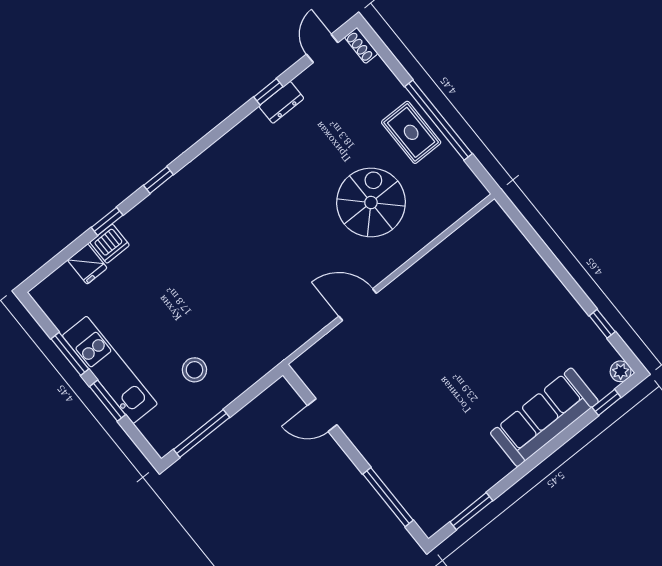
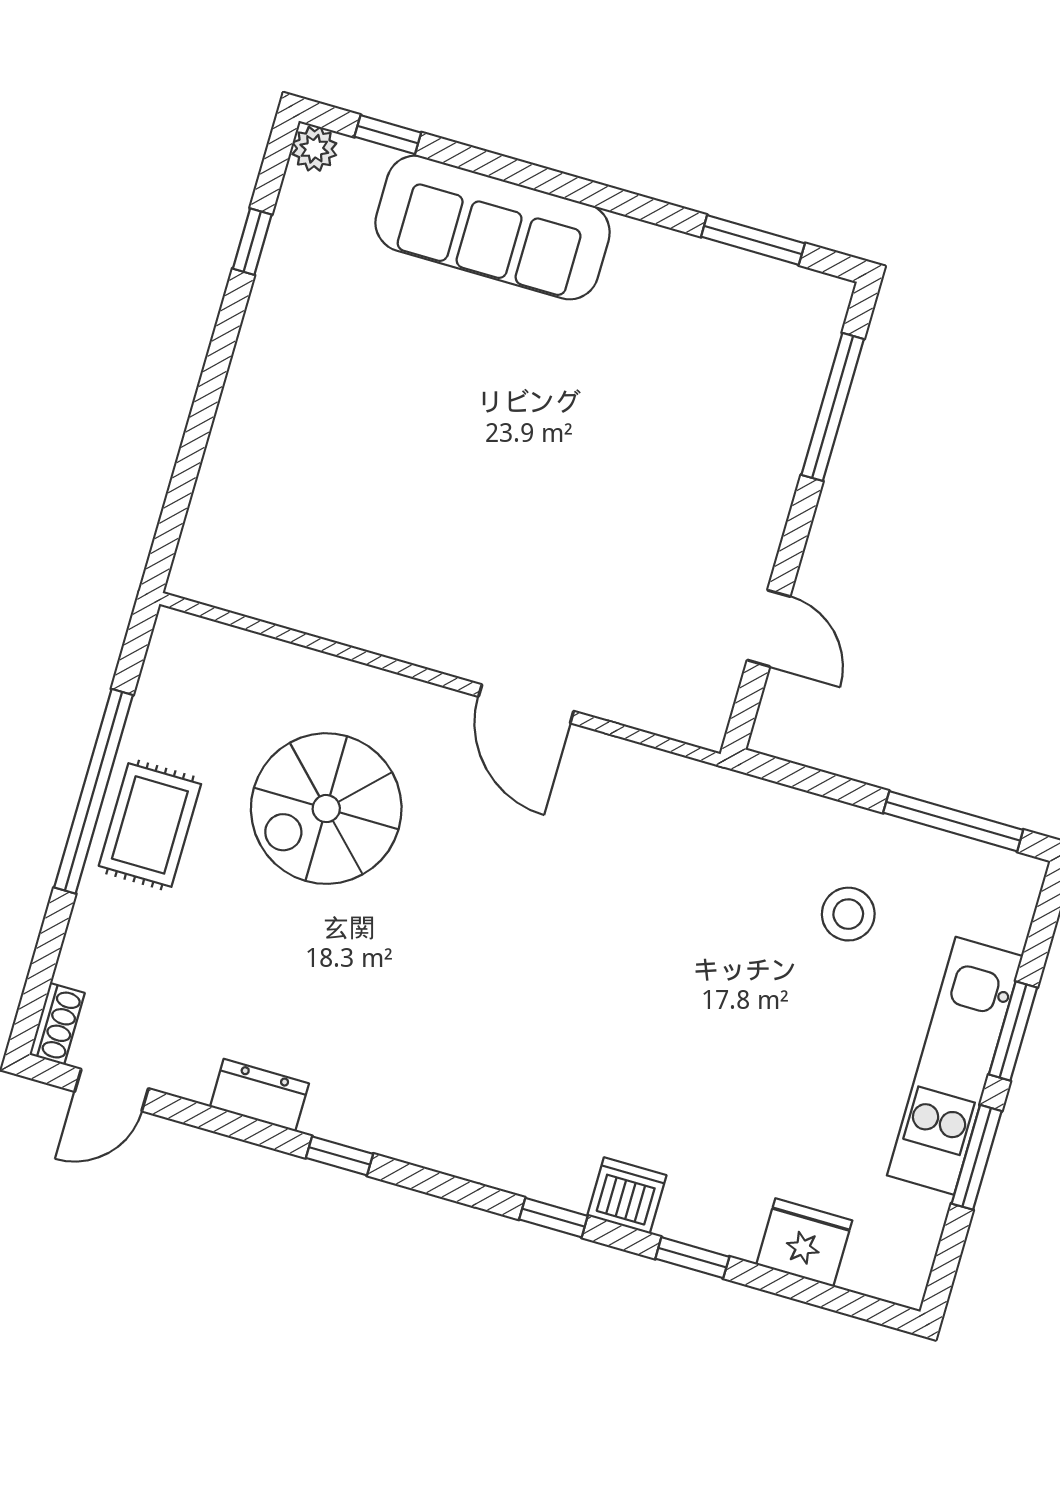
window: (268, 92) -> (339, 1156), moved
dishwasher: (110, 244) -> (627, 1195), moved
fridge: (87, 264) -> (804, 1242), width x1.38

